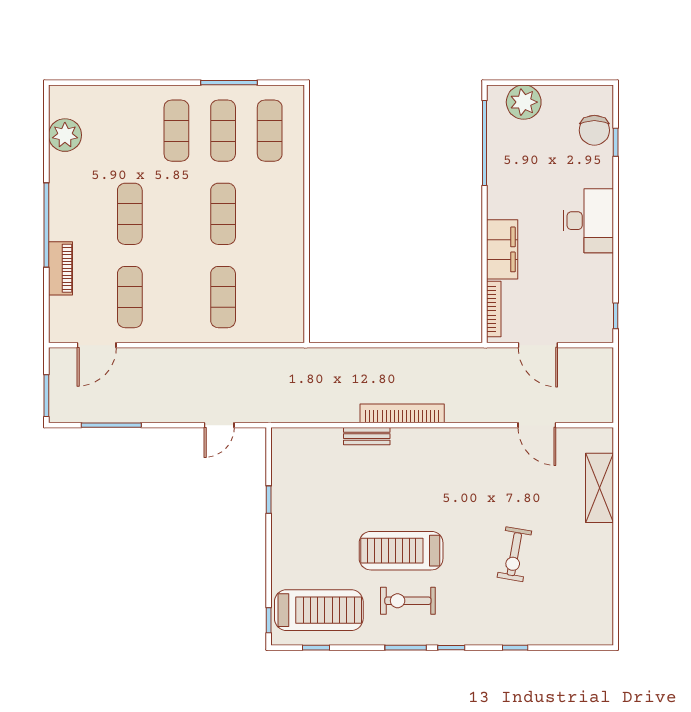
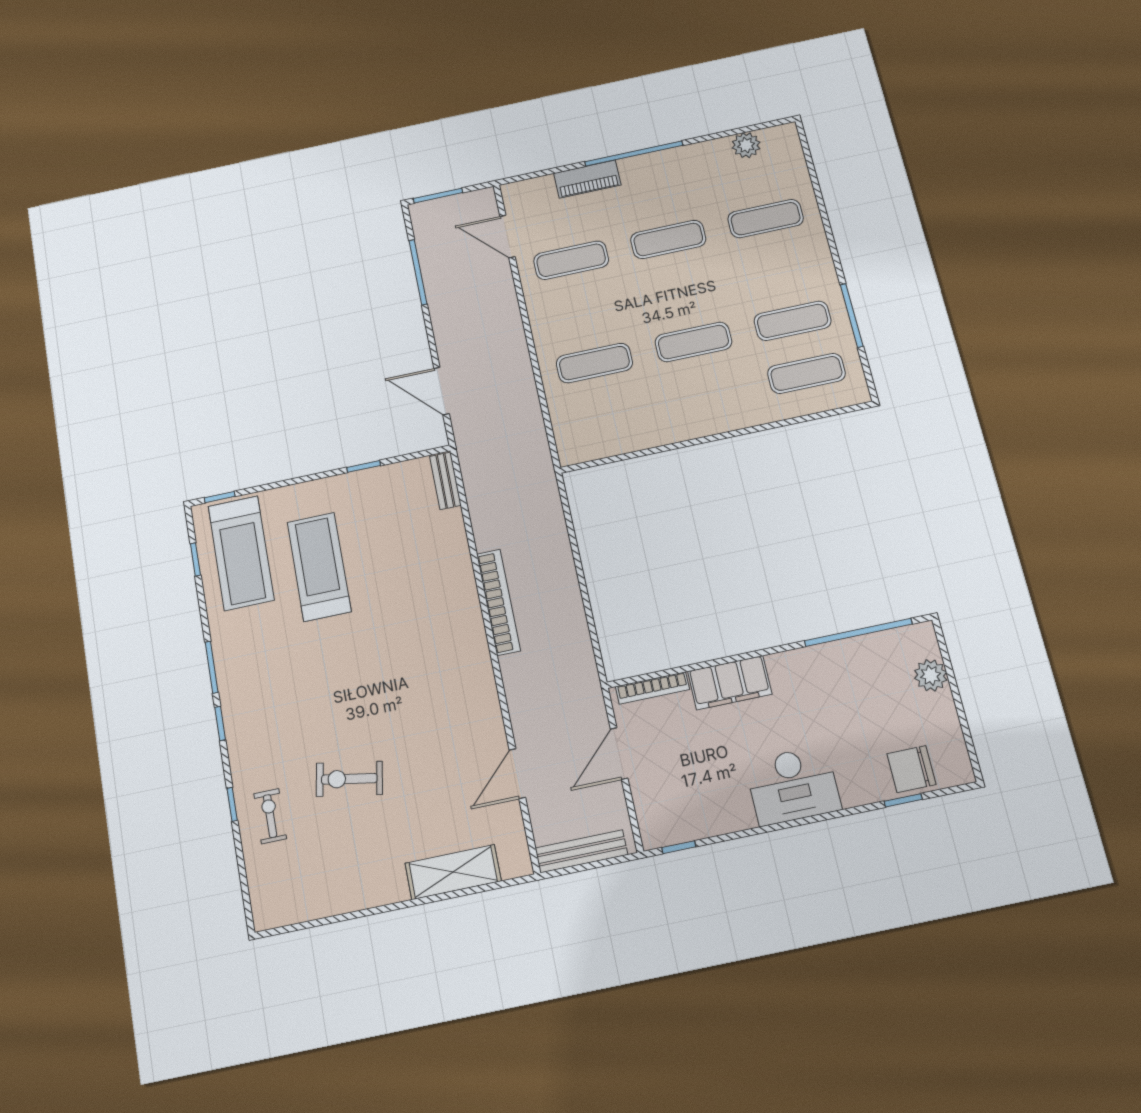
plant: (524, 102) -> (931, 675), width x0.73, depth x0.73
exercise mat: (176, 131) -> (766, 219), moved
plant: (65, 135) -> (746, 145), width x0.73, depth x0.73
bench: (604, 389) -> (581, 851), added
door: (219, 425) -> (441, 391), width x1.38
bench: (367, 436) -> (445, 481), moved
treadmill: (401, 551) -> (319, 567), moved
exercise bike: (408, 601) -> (270, 816), moved, width x0.73, depth x0.72

